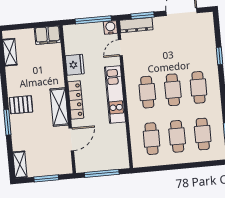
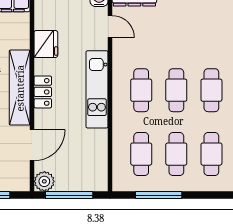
door: (120, 48) -> (110, 26), swing flipped
locker: (76, 100) -> (43, 92), width x0.66
shelving: (59, 107) -> (20, 88), width x1.47
plant: (83, 165) -> (44, 181), added
window: (167, 167) -> (159, 195), added

